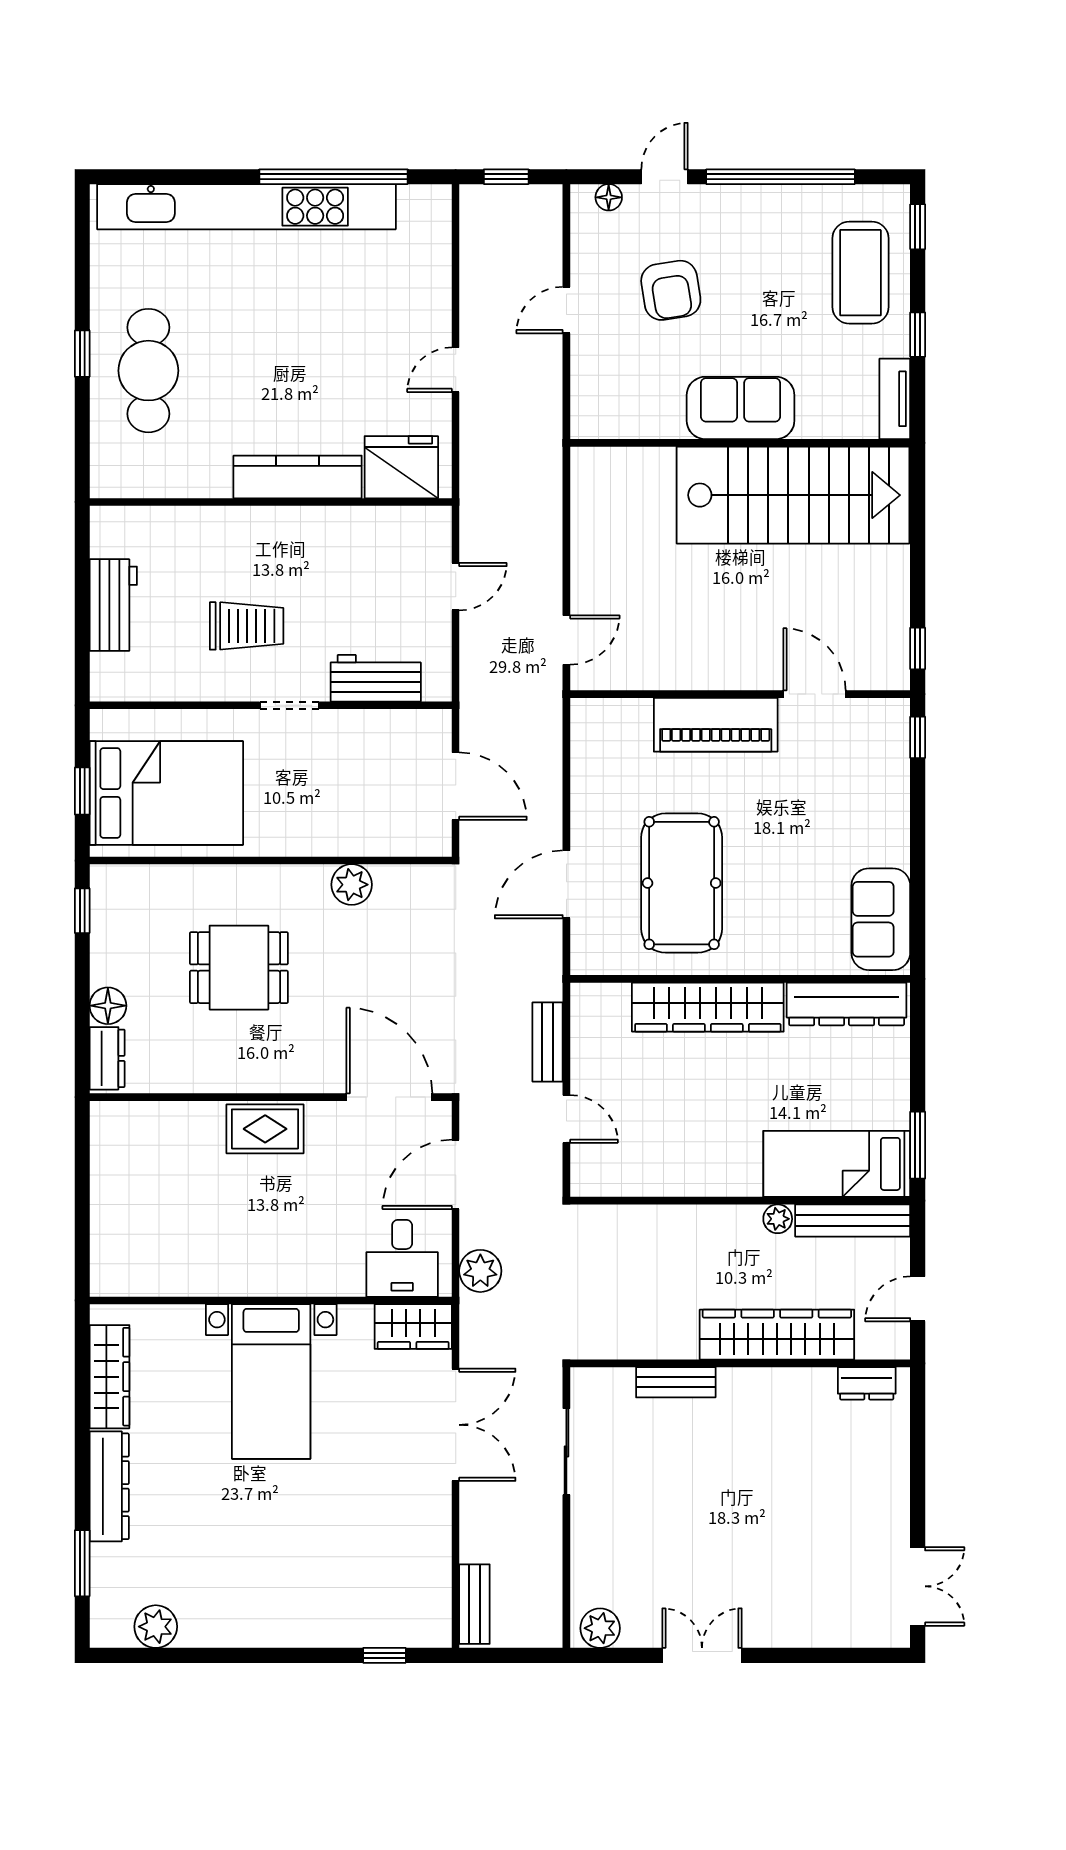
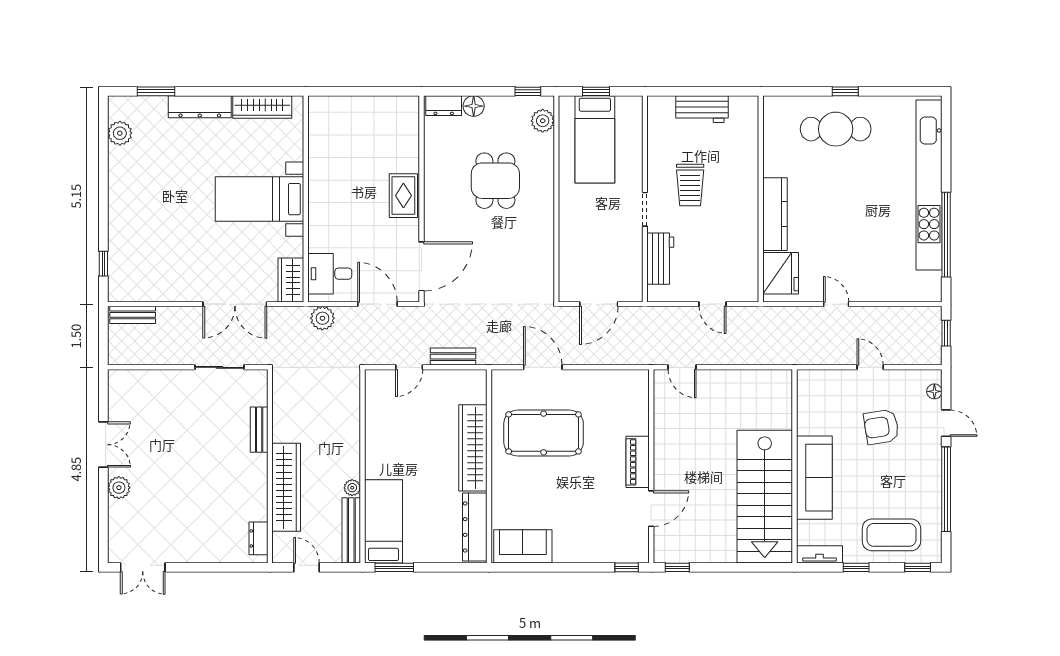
sofa: (741, 408) -> (814, 478), width x1.36
piano: (716, 725) -> (638, 462), width x0.73, depth x0.75
bed: (166, 793) -> (595, 139), width x0.67
plant: (352, 885) -> (543, 121), moved
plant: (600, 1628) -> (119, 488), moved

